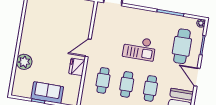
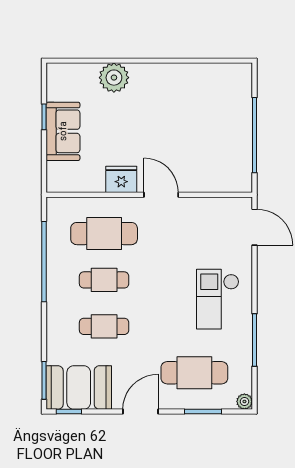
checkout: (139, 48) -> (218, 299), moved
cafe table: (103, 80) -> (104, 234), width x1.37, depth x1.35

